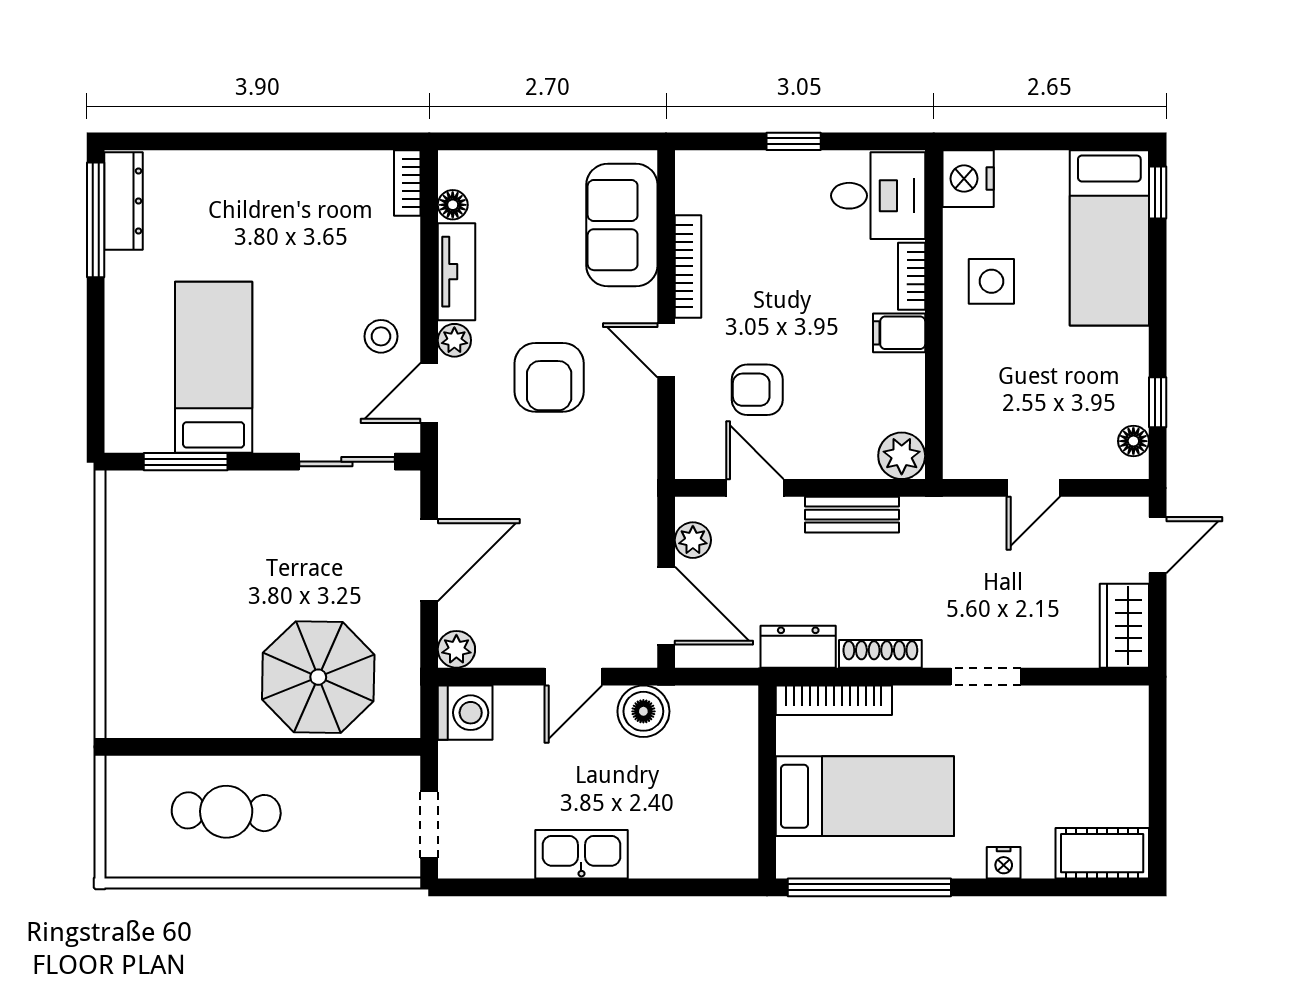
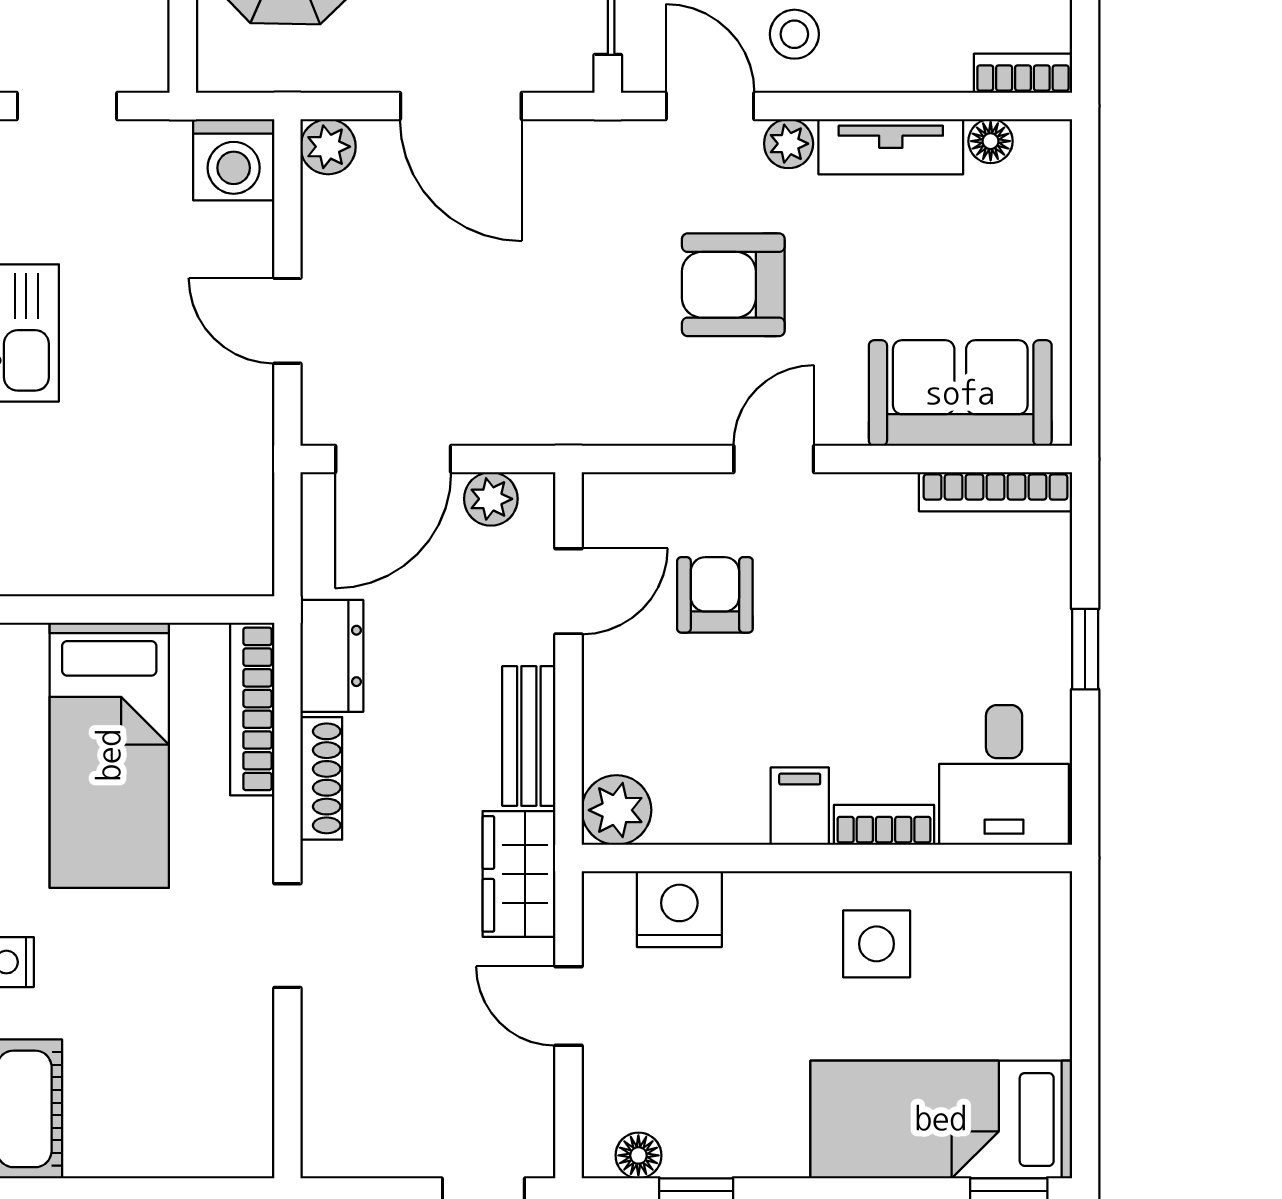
nightstand: (968, 179) -> (679, 909), moved
bookcase: (688, 266) -> (996, 492), moved
wardrobe: (1124, 626) -> (519, 874), moved, turned -90
boiler: (643, 711) -> (236, 425), removed

